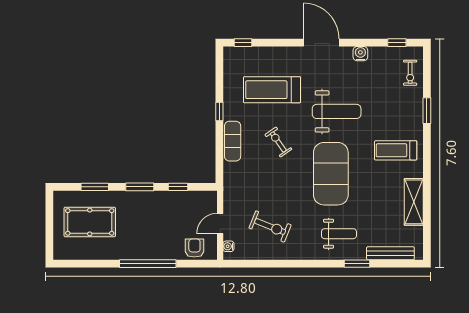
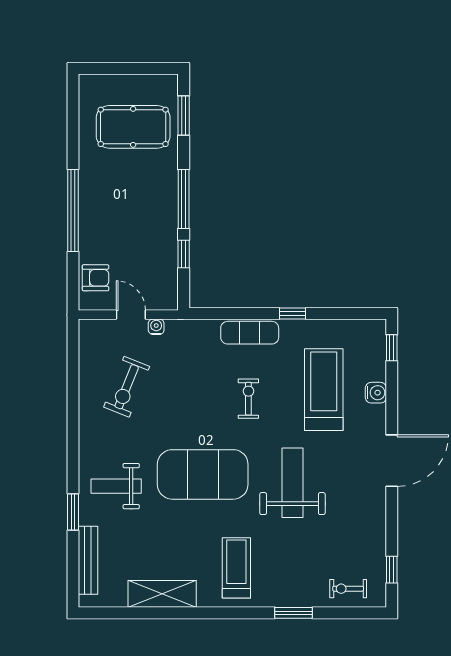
water cooler: (360, 54) -> (376, 393), moved
weight bench: (337, 111) -> (292, 483), turned 180
exercise bike: (278, 142) -> (248, 399), turned -55
window: (95, 187) -> (184, 115), moved
window: (140, 187) -> (184, 199), width x1.44
pool table: (90, 222) -> (133, 127), turned 90
weight bench: (339, 234) -> (116, 486), turned 90
water cooler: (228, 246) -> (156, 327), moved

